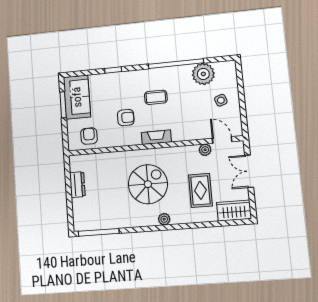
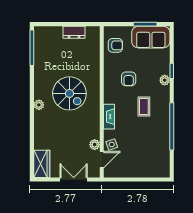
plant: (203, 74) -> (165, 80), moved, width x0.53, depth x0.53
side table: (221, 100) -> (112, 144), moved
fireplace: (156, 137) -> (109, 117), moved
rug: (200, 190) -> (61, 137), removed

